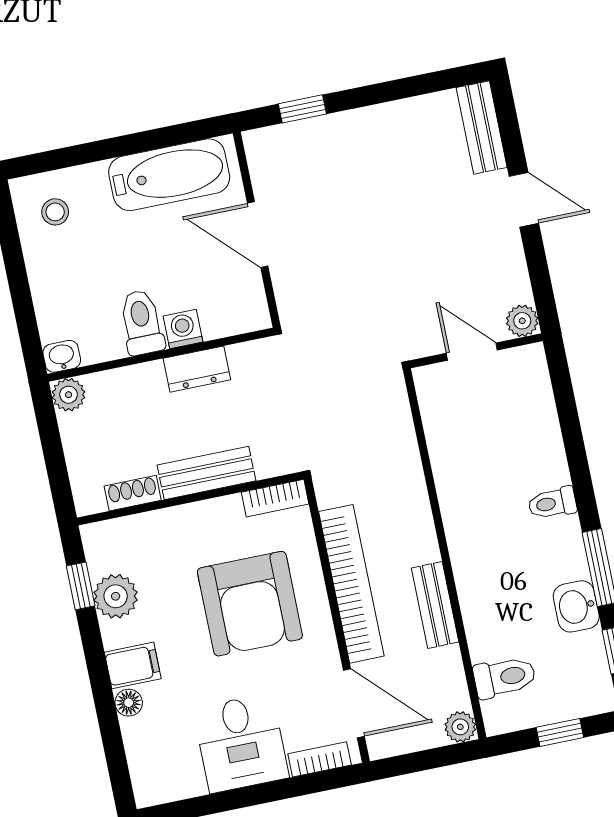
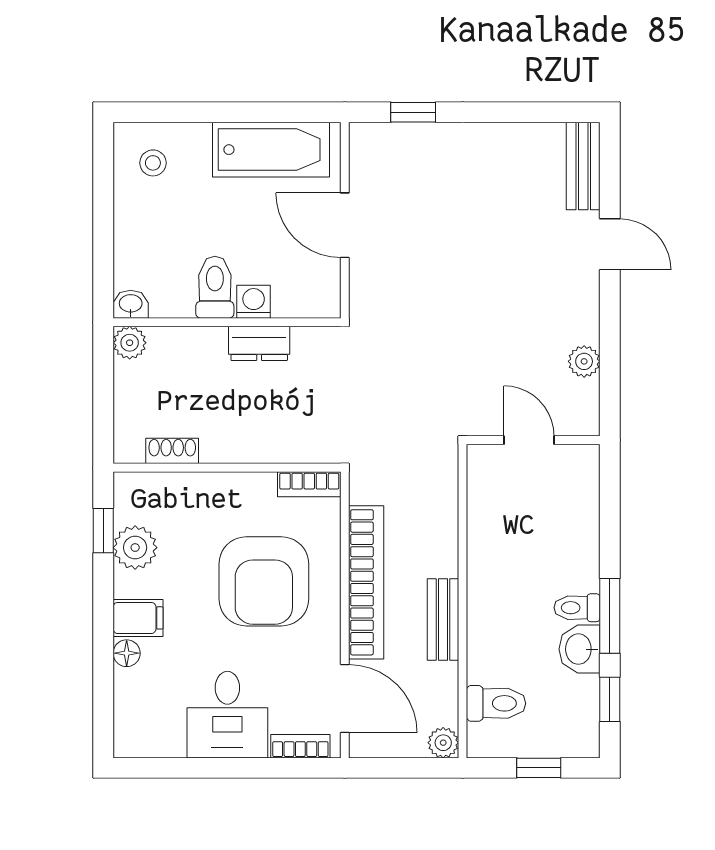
wall: (476, 351) -> (533, 440), moved
door: (472, 352) -> (529, 440), moved
bench: (206, 473) -> (248, 446), removed
toilet: (552, 503) -> (577, 608), moved

